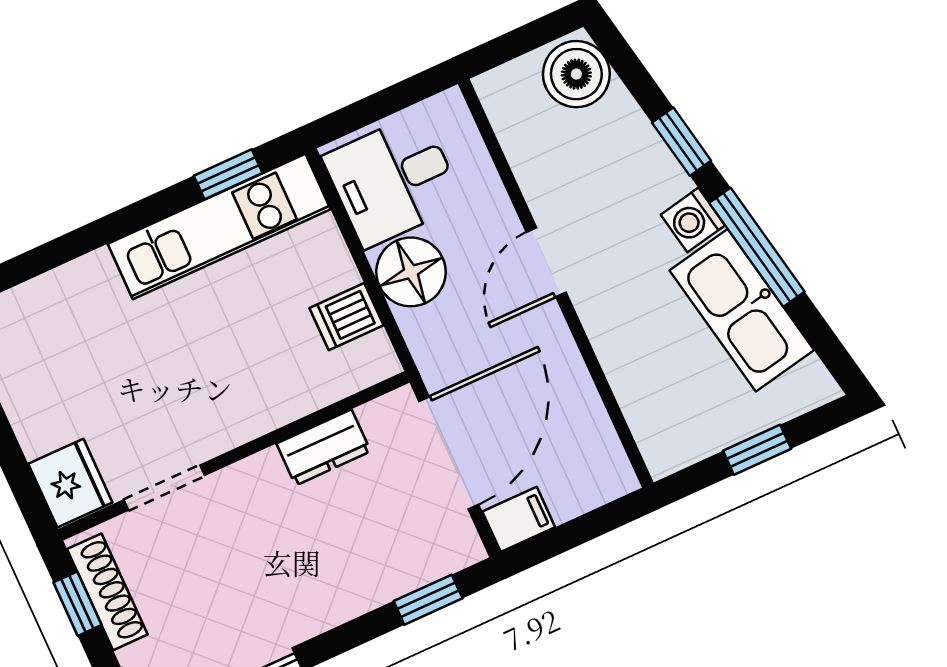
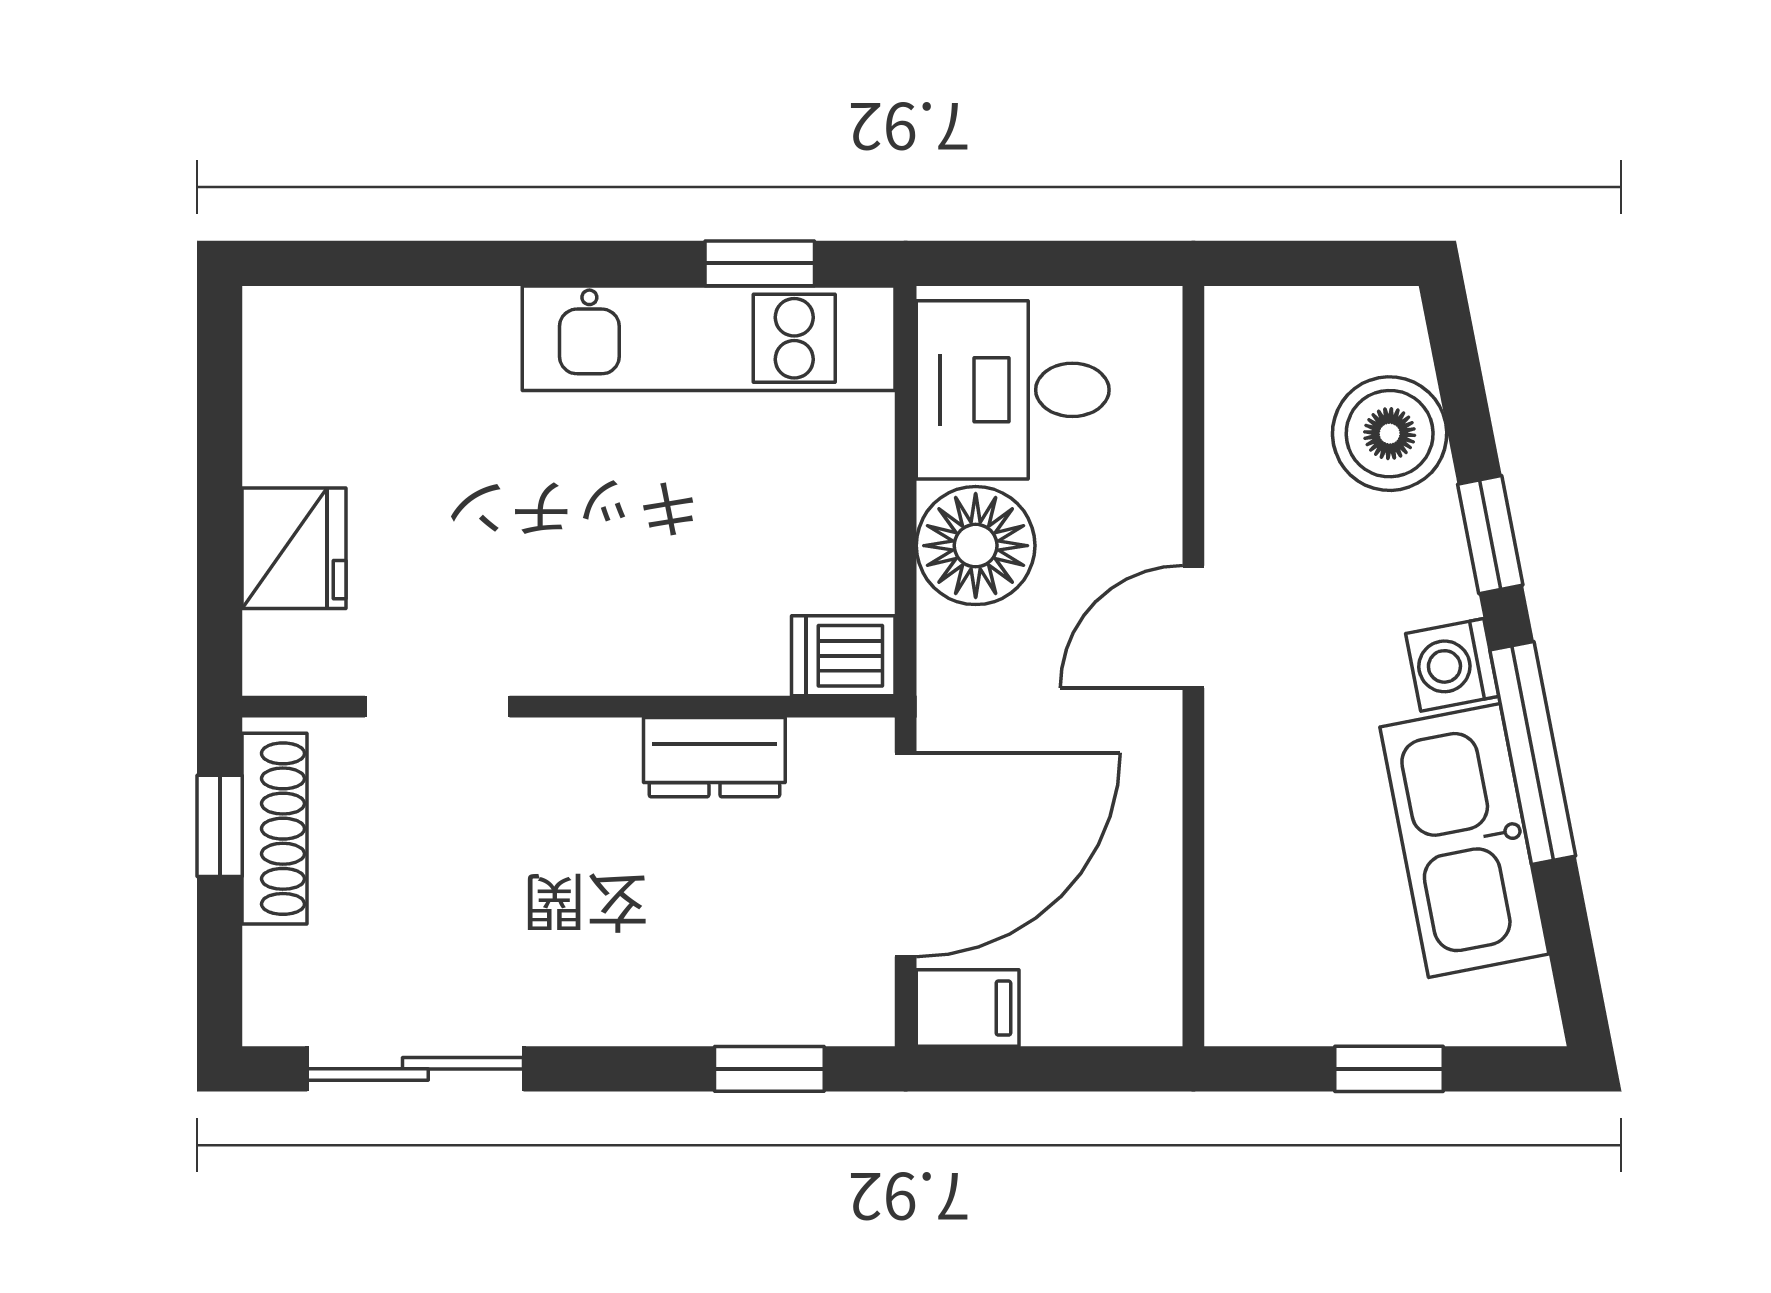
boiler: (576, 74) -> (1390, 434), moved
dishwasher: (346, 317) -> (843, 656), moved
fridge: (70, 483) -> (294, 548), moved

